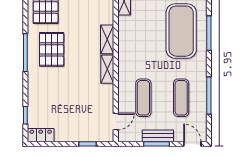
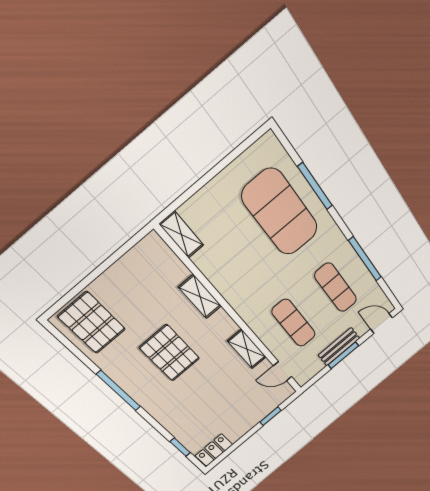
pallet: (52, 49) -> (170, 353), moved
shelving: (107, 69) -> (247, 349), moved
door: (116, 121) -> (283, 371), swing flipped

